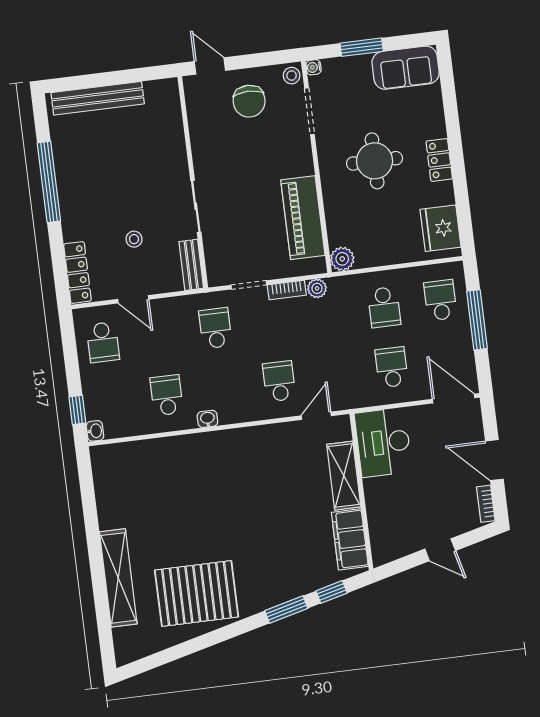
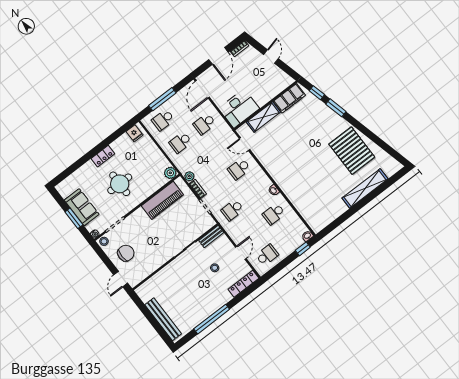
sofa: (406, 68) -> (82, 207), moved
fridge: (441, 228) -> (135, 133), width x0.53, depth x0.75
school desk: (384, 307) -> (180, 142), turned 180

